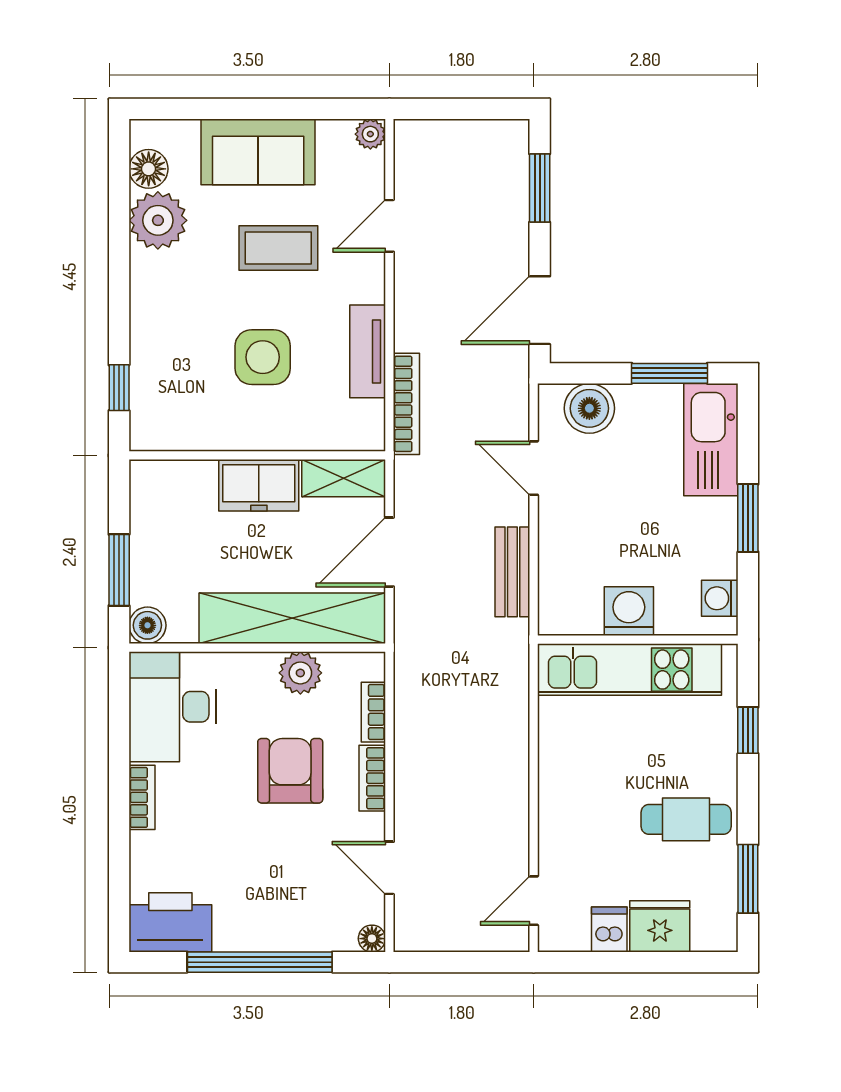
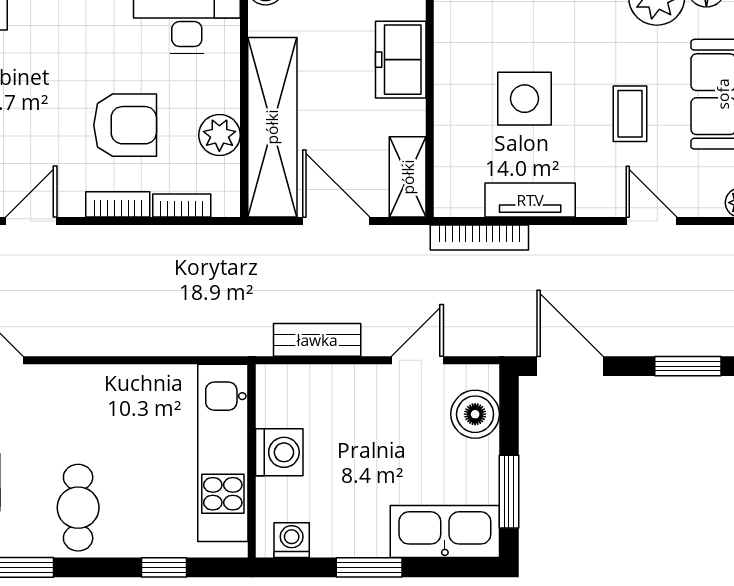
coffee table: (278, 248) -> (630, 114), width x0.73, depth x0.77
freezer: (259, 485) -> (401, 60), moved

